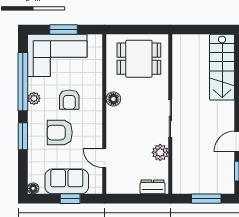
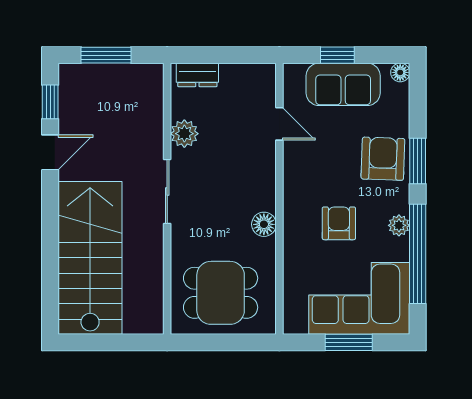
stairs: (222, 67) -> (90, 258), width x1.36, depth x1.51
armchair: (60, 133) -> (383, 159), moved, turned -88

